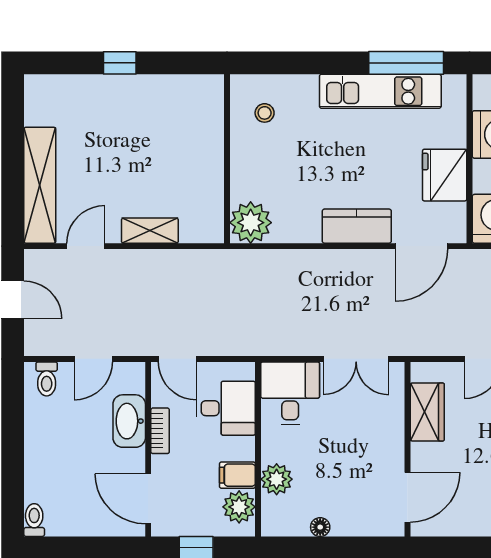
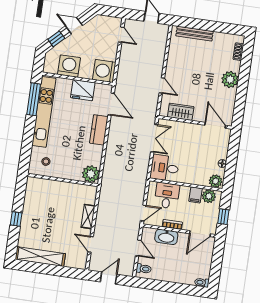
kitchen unit: (380, 91) -> (44, 112), width x1.36
shelving: (40, 185) -> (40, 257), moved
plant: (277, 479) -> (216, 181), moved

